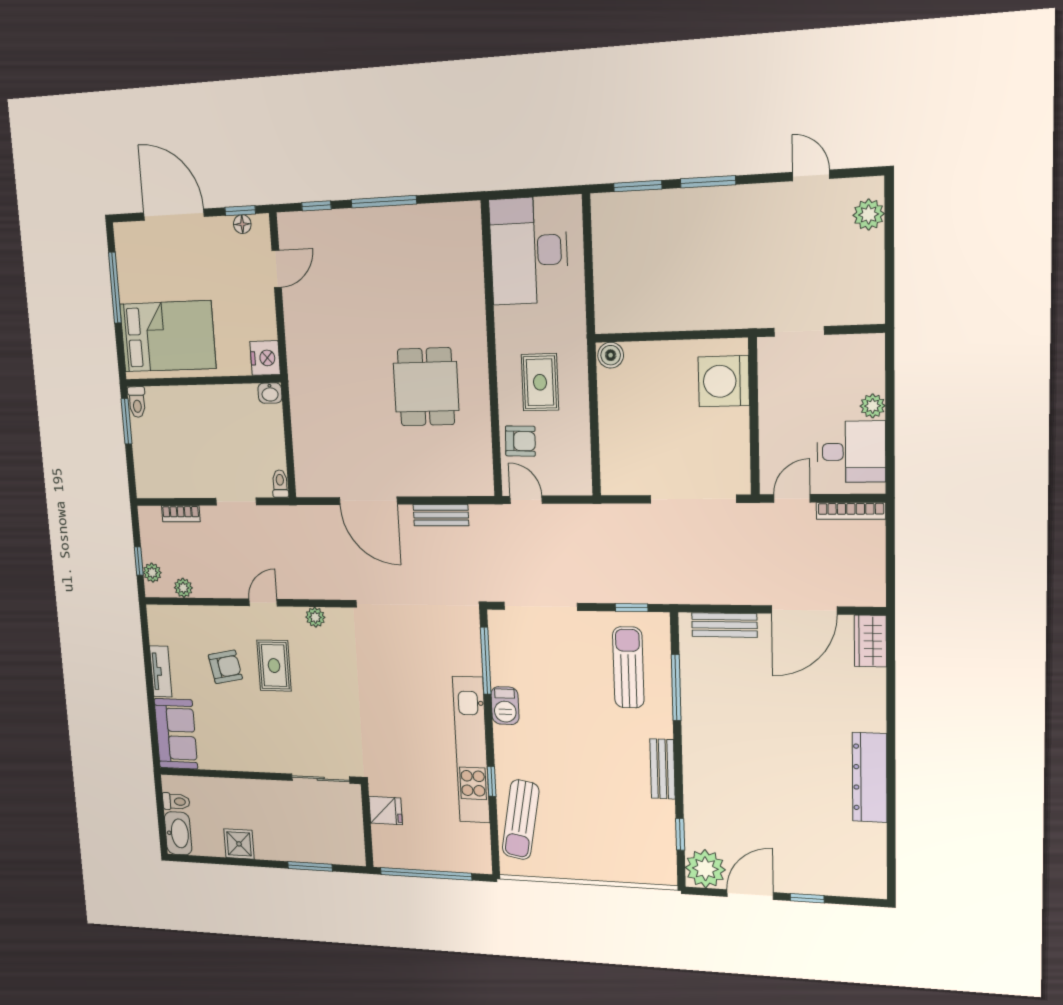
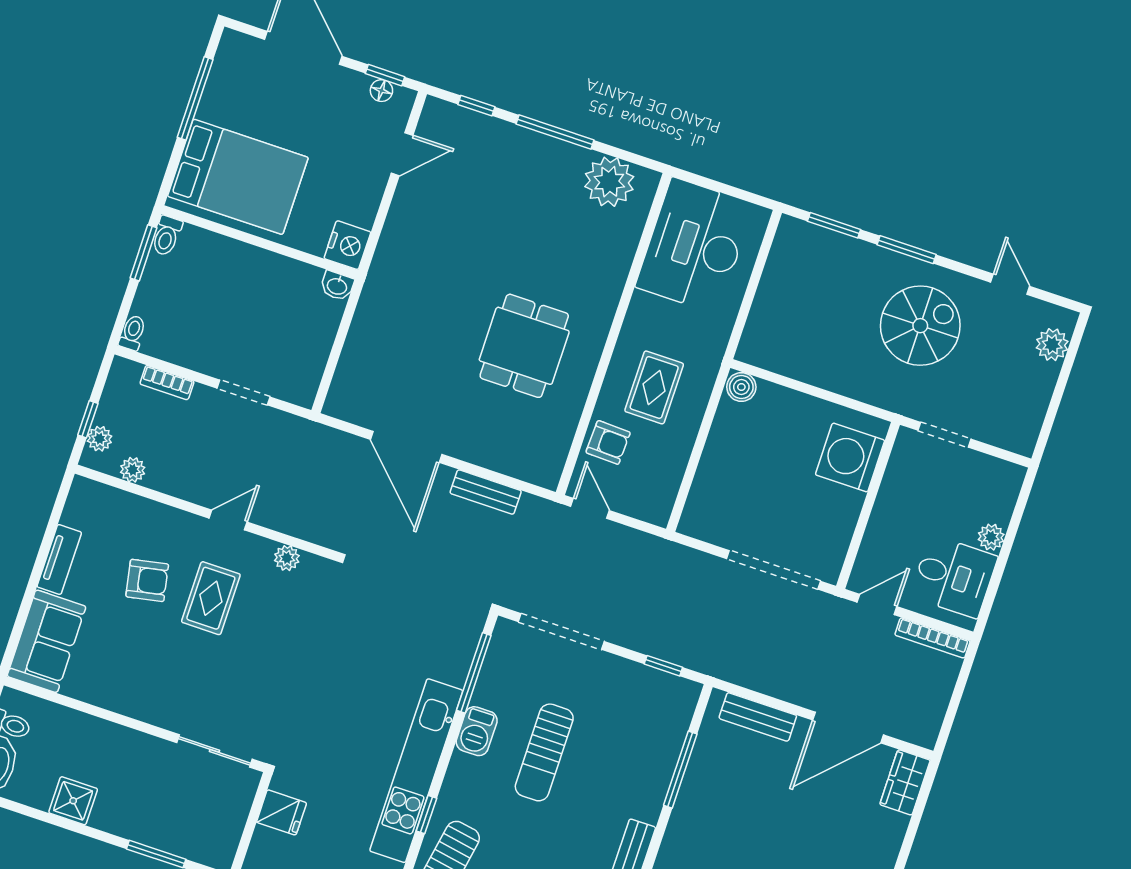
plant: (441, 225) -> (609, 182), added
spiral stairs: (744, 244) -> (920, 326), added
toilet: (280, 484) -> (133, 333), moved
sun lounger: (628, 667) -> (544, 752), moved, turned 180

